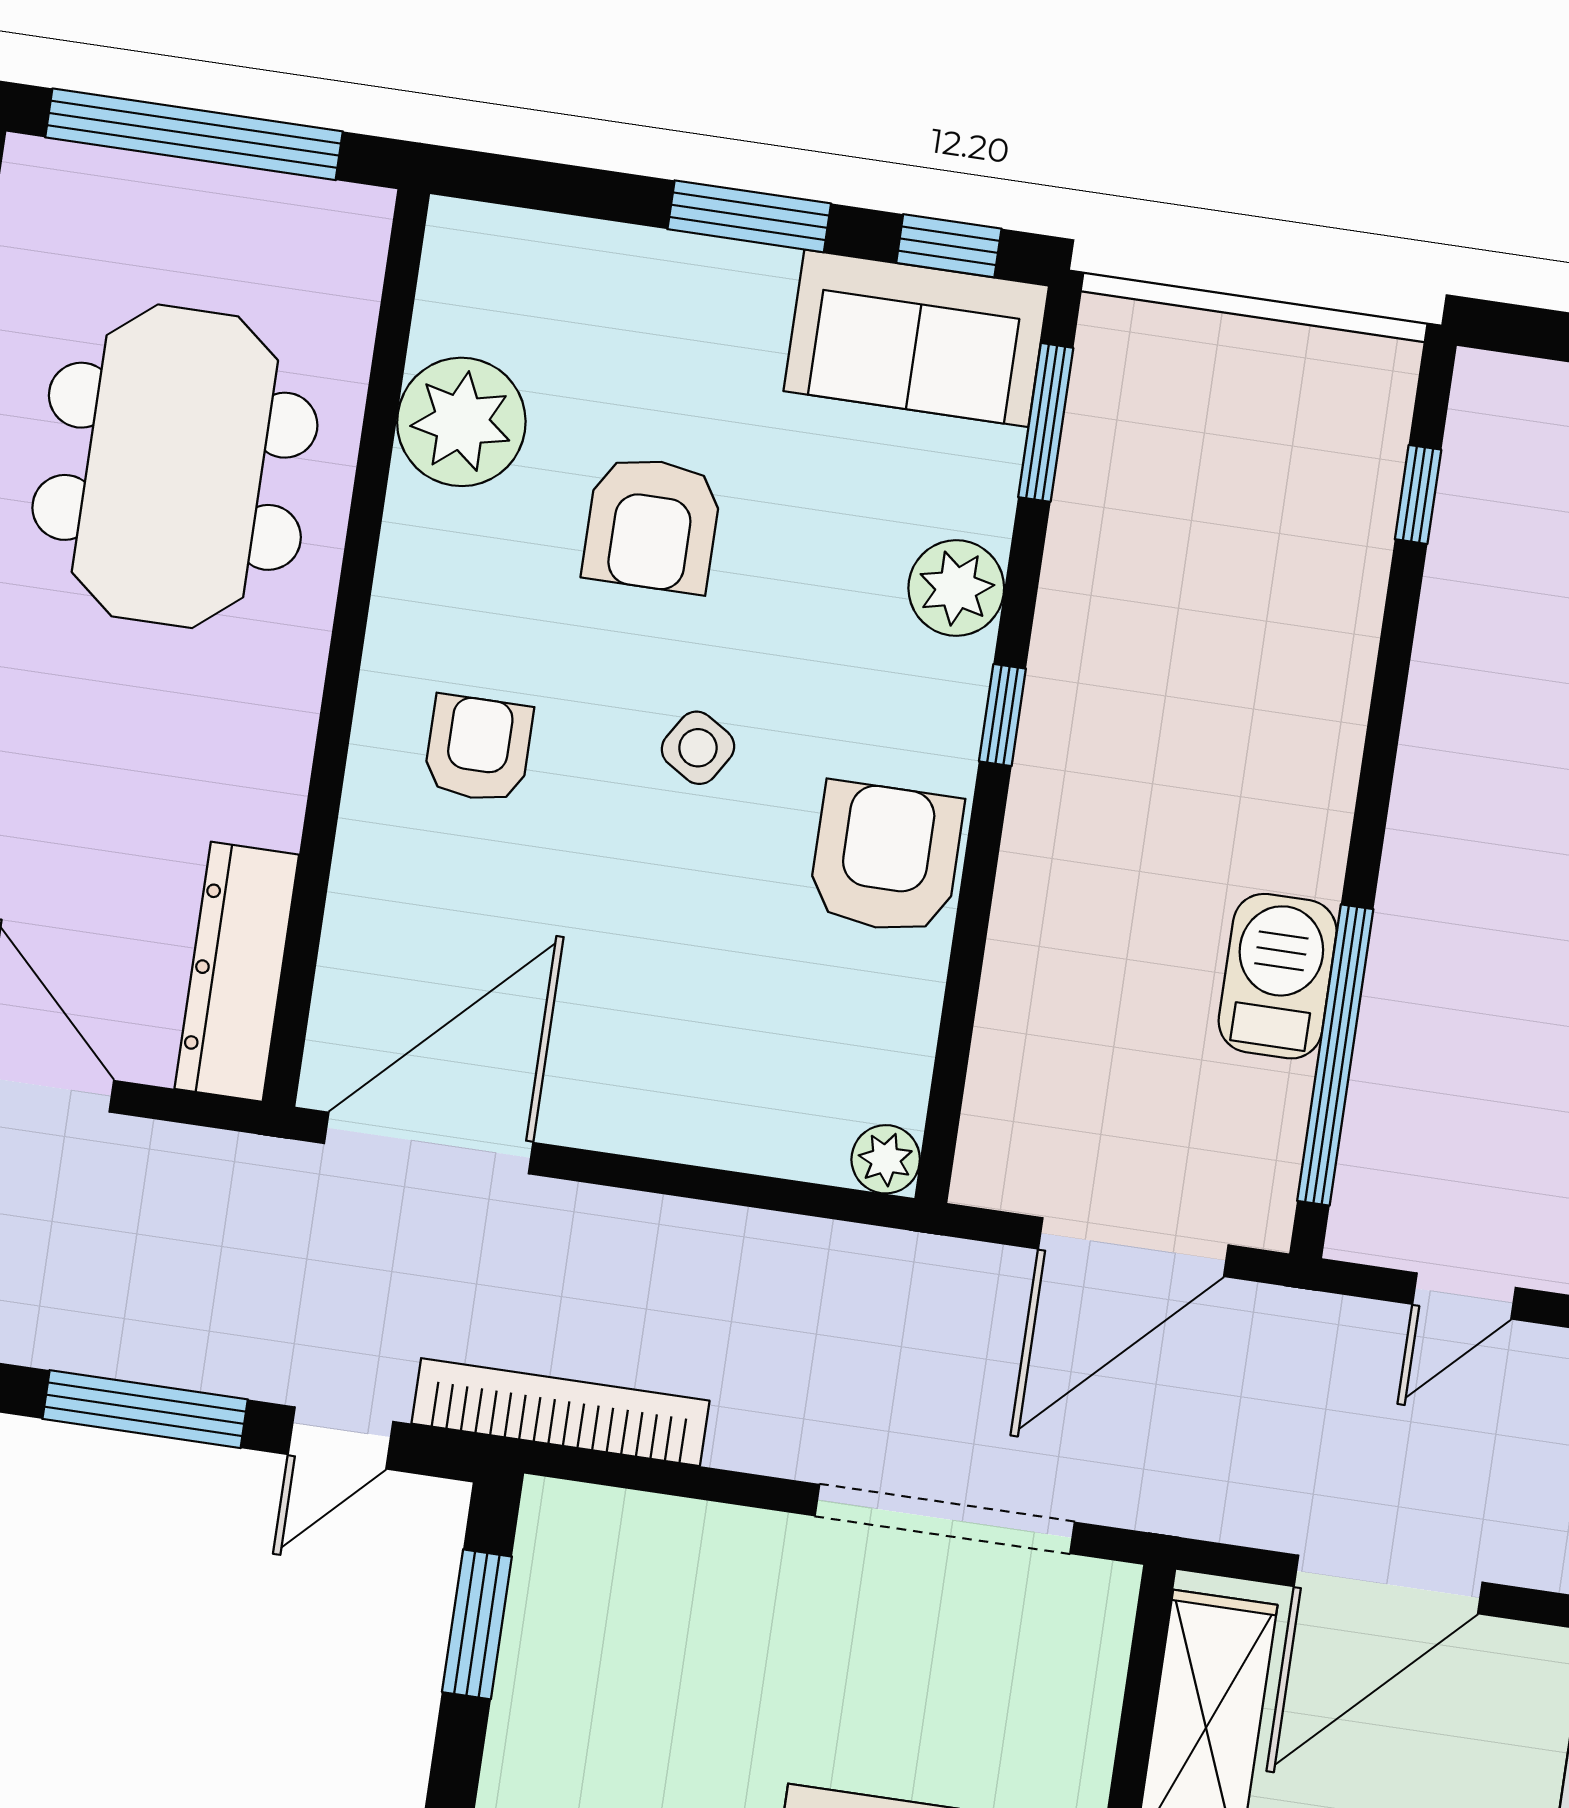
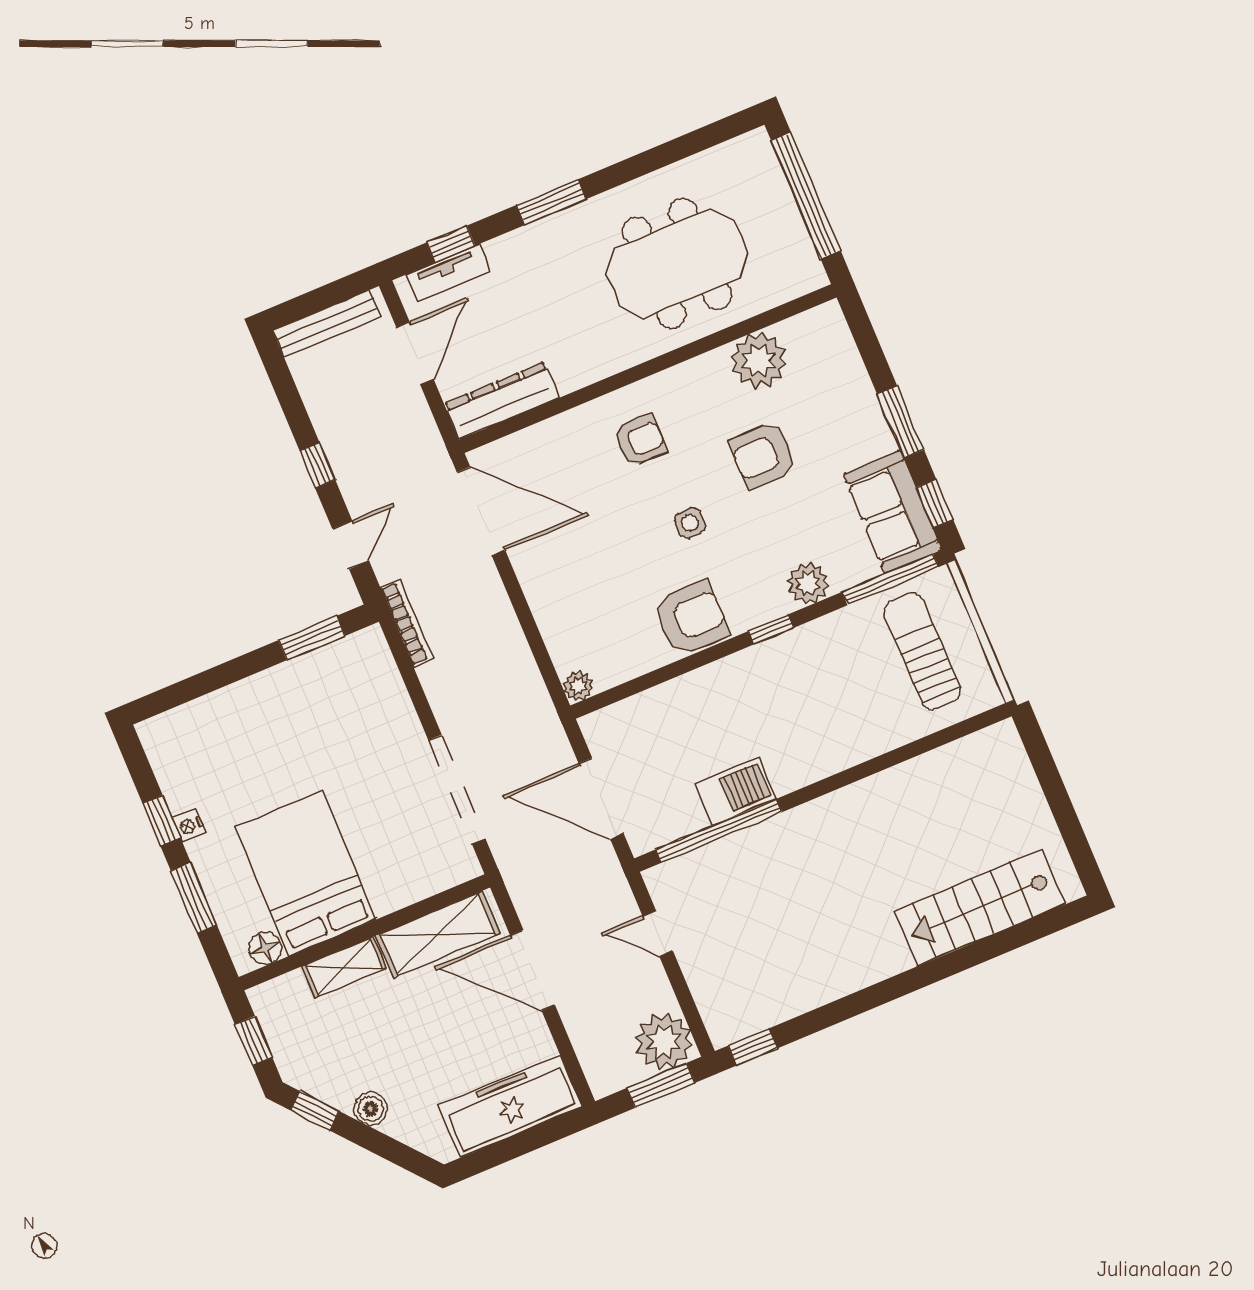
window: (1046, 422) -> (890, 580), width x1.44
sun lounger: (1224, 444) -> (923, 651), added
window: (1418, 494) -> (947, 735), removed
side table: (698, 748) -> (690, 523), turned -32
window: (145, 1409) -> (317, 465), width x0.46
bookcase: (560, 1412) -> (407, 623), width x0.68, depth x0.76
door: (340, 1438) -> (351, 545), swing flipped

